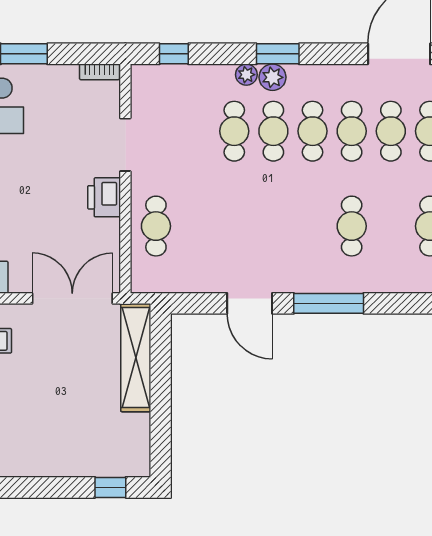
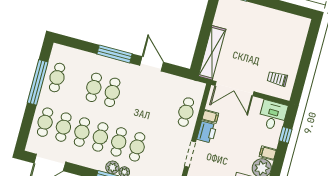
cafe table: (313, 226) -> (112, 92), added
filing cabinet: (105, 230) -> (210, 116), added

